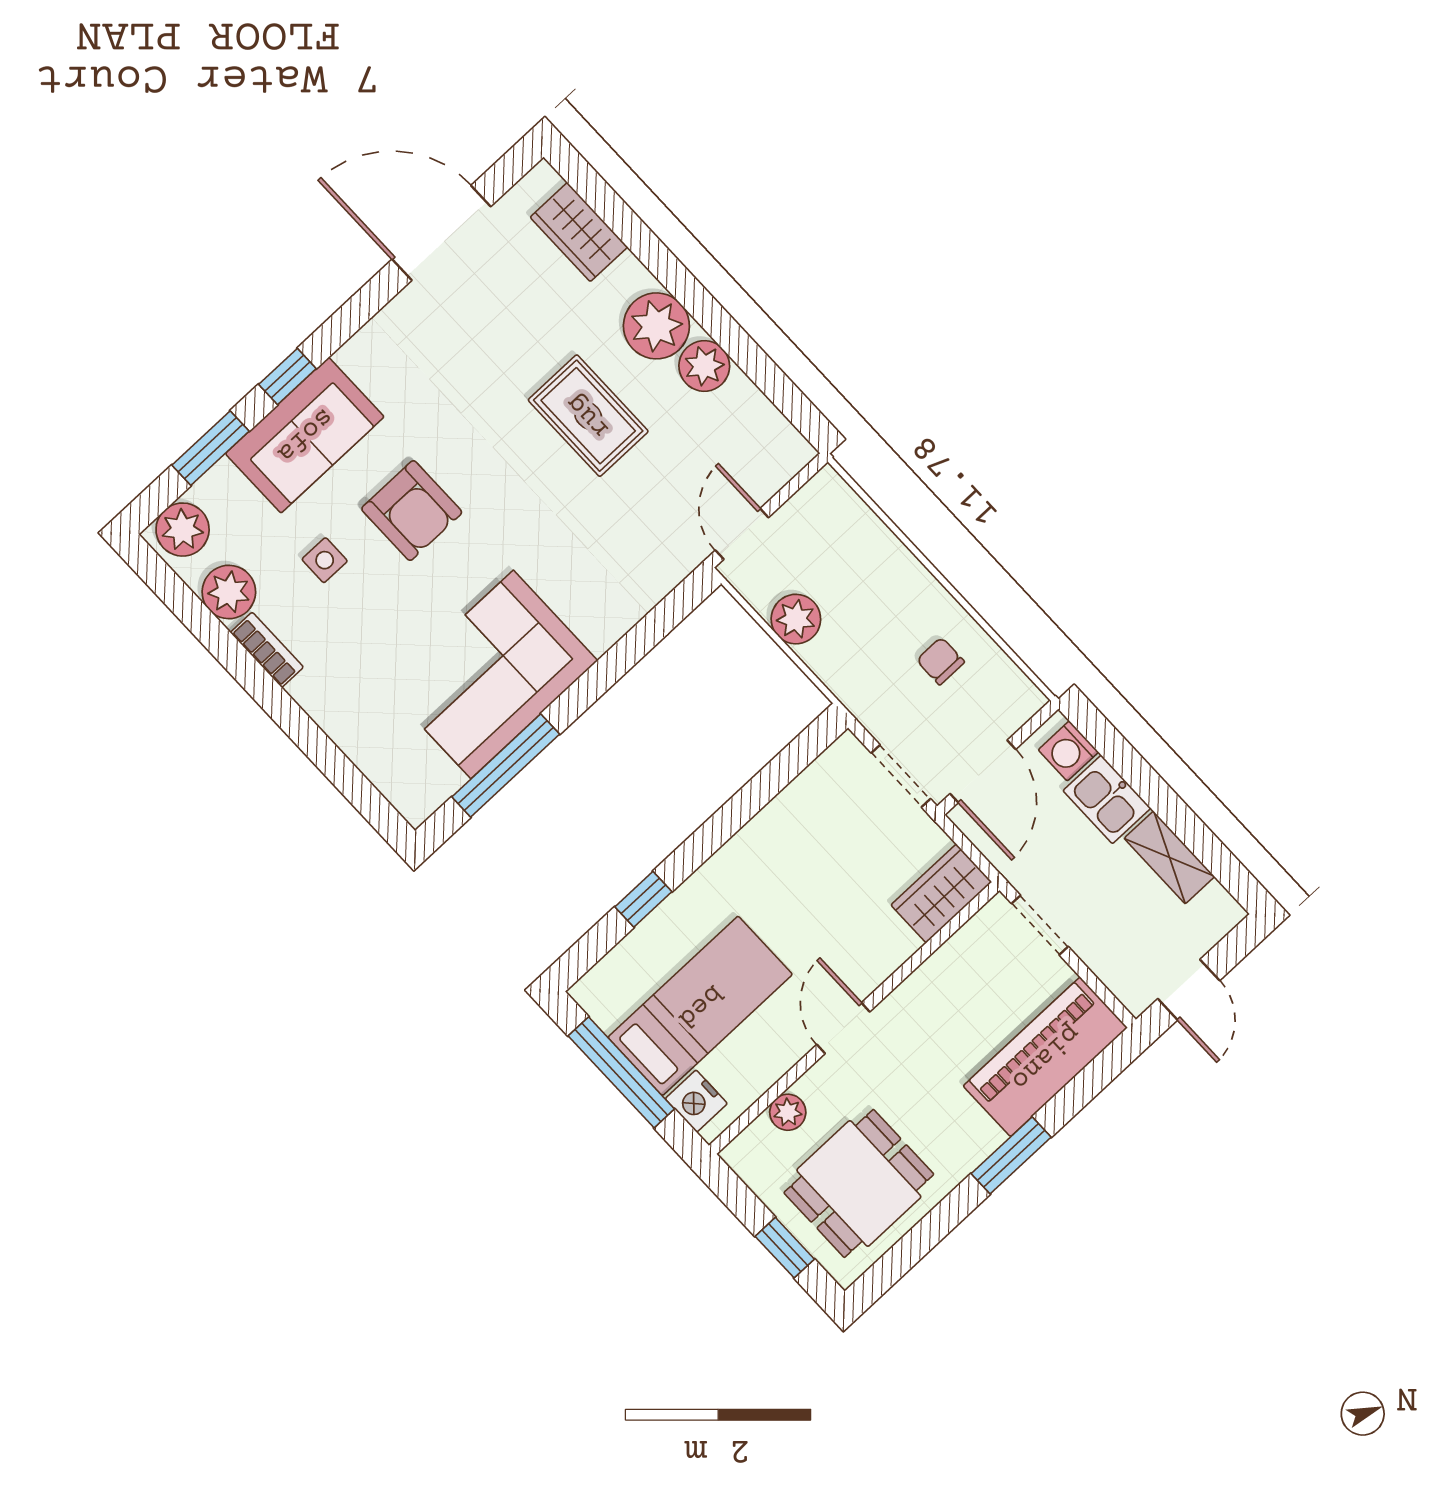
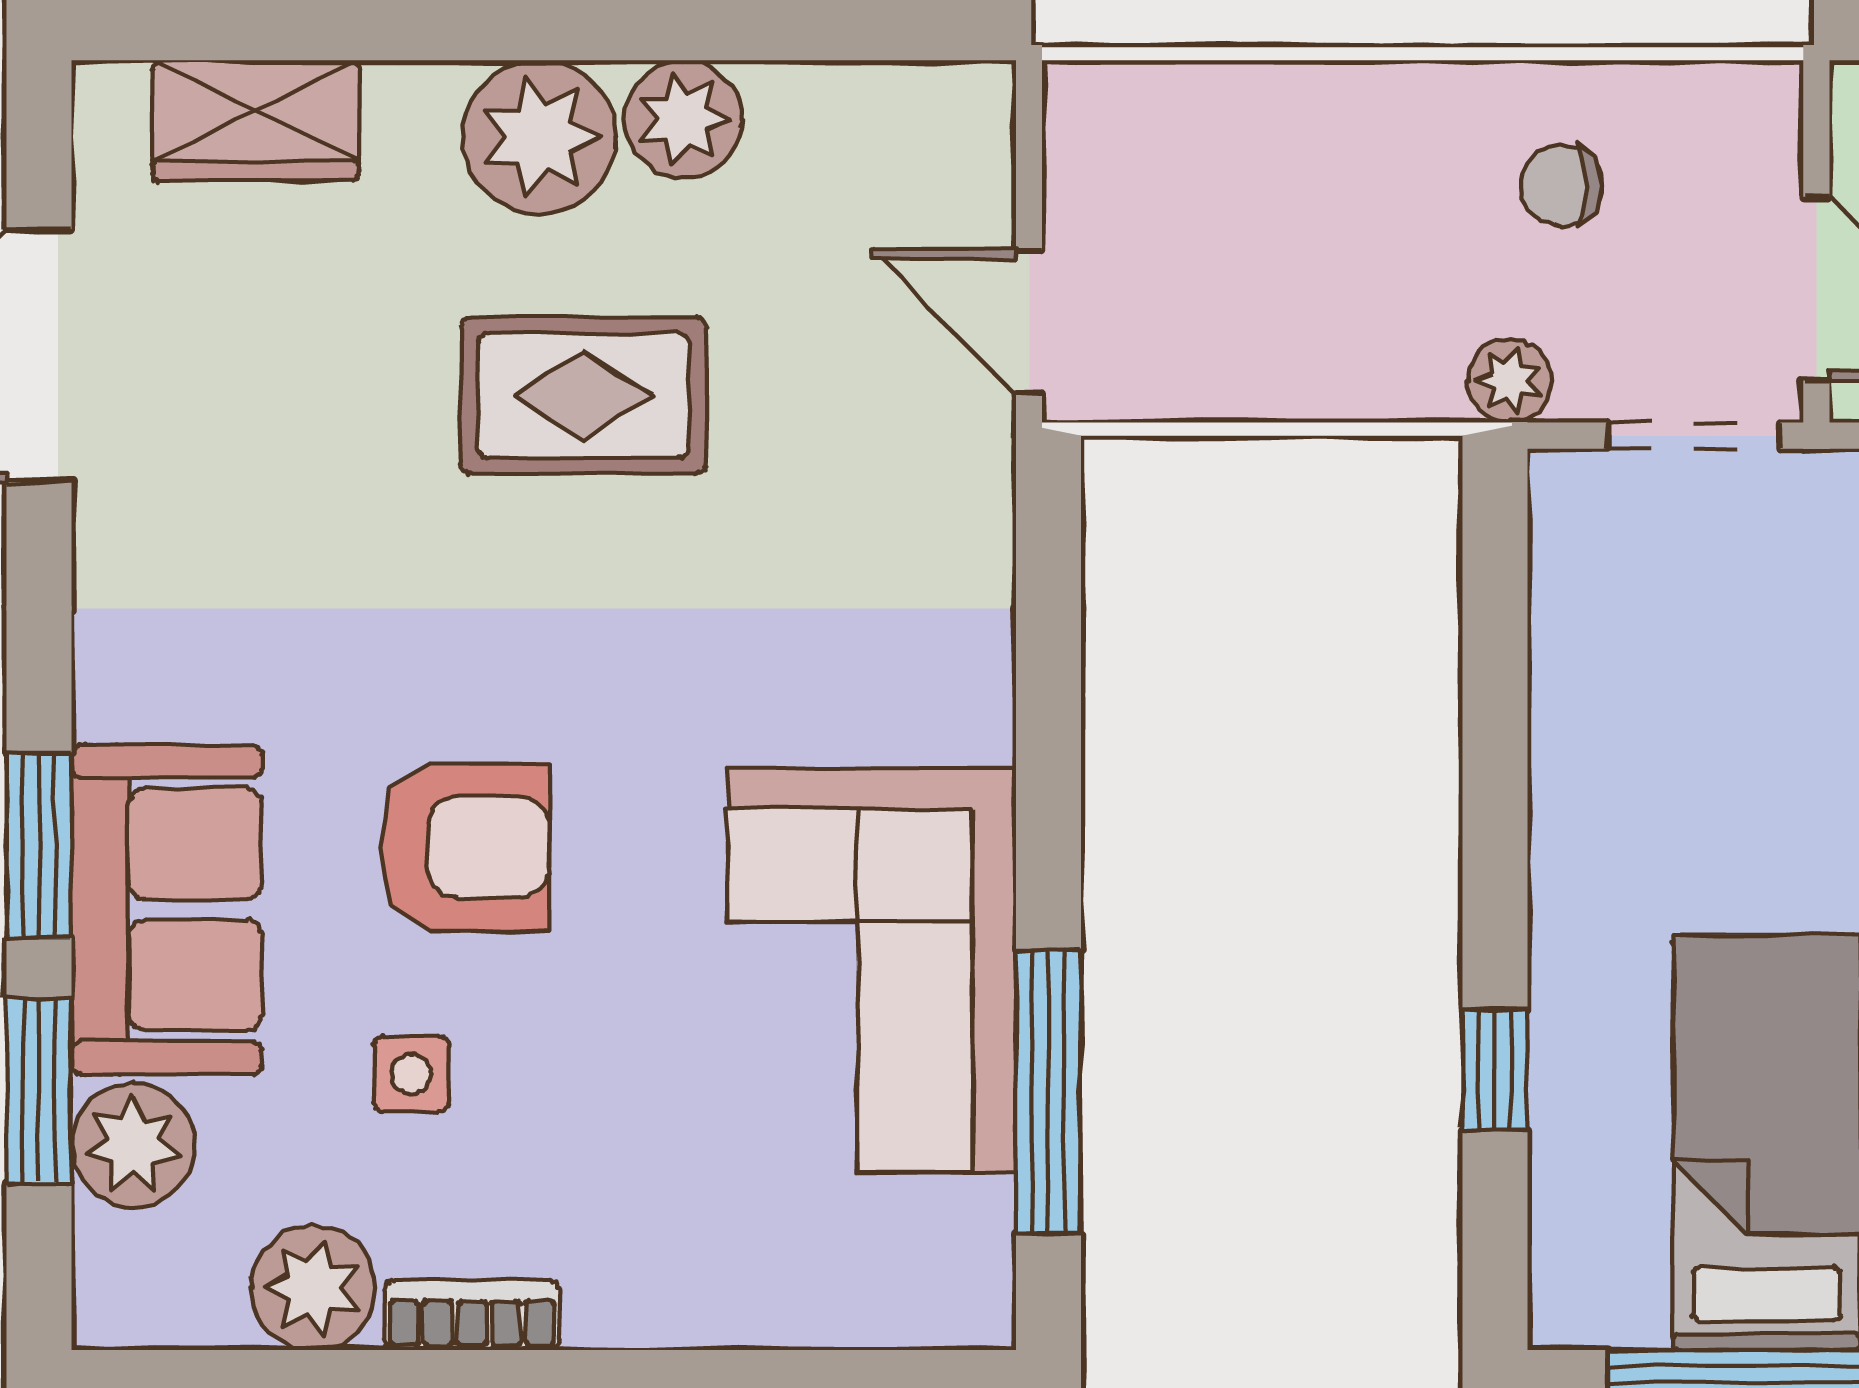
window: (287, 376) -> (39, 846), width x1.50
plant: (183, 530) -> (133, 1145), moved
plant: (796, 619) -> (1509, 381), moved, width x0.73, depth x0.73

